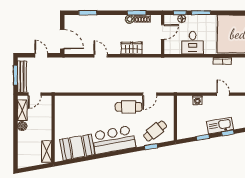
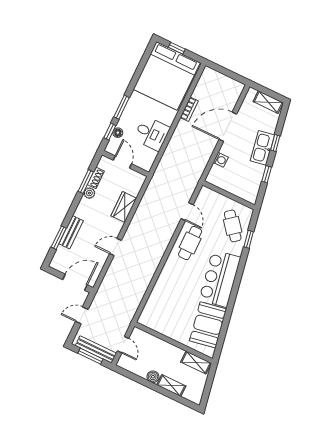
bench: (96, 20) -> (71, 232), added
door: (223, 94) -> (228, 127), width x1.87
shelving: (22, 110) -> (171, 385), moved

